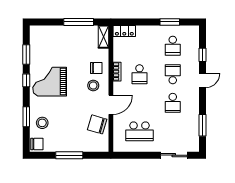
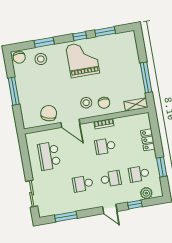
locker: (124, 31) -> (148, 140), moved
plant: (193, 42) -> (146, 193), added

